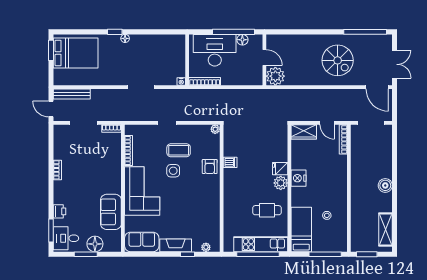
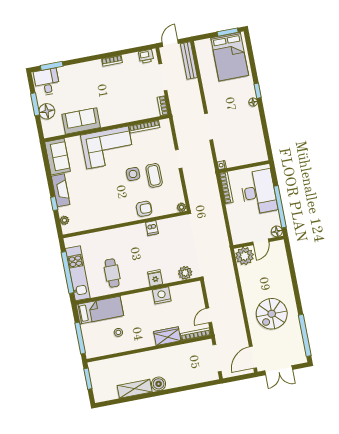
floor lamp: (242, 40) -> (277, 231), moved
wardrobe: (304, 132) -> (167, 336), moved, turned 90
armchair: (210, 167) -> (144, 209), turned 180
nightstand: (299, 178) -> (162, 295), moved
plant: (281, 183) -> (185, 273), moved
printer: (60, 211) -> (146, 56), moved
shelving: (386, 230) -> (135, 389), moved

